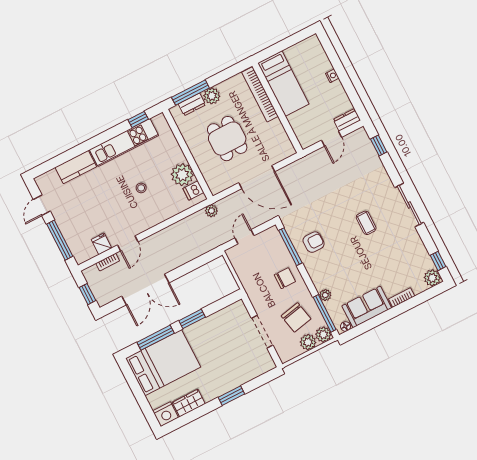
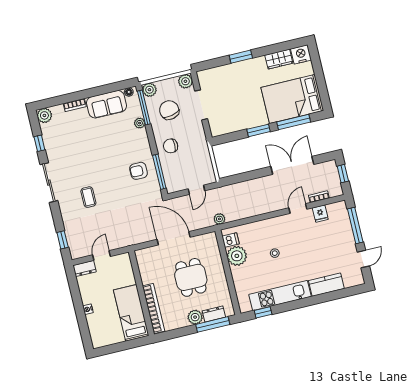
coffee table: (366, 223) -> (88, 197), moved
window: (438, 261) -> (39, 143), moved
plant: (308, 342) -> (185, 81), moved

